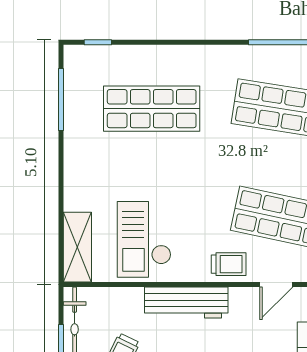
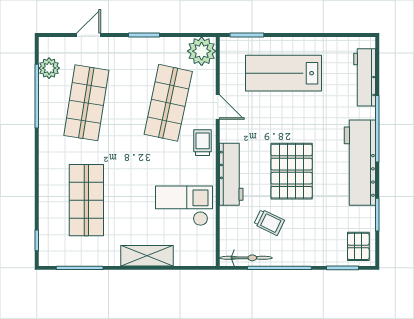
checkout: (144, 239) -> (184, 206), turned 180
shelving: (77, 247) -> (147, 256), moved

